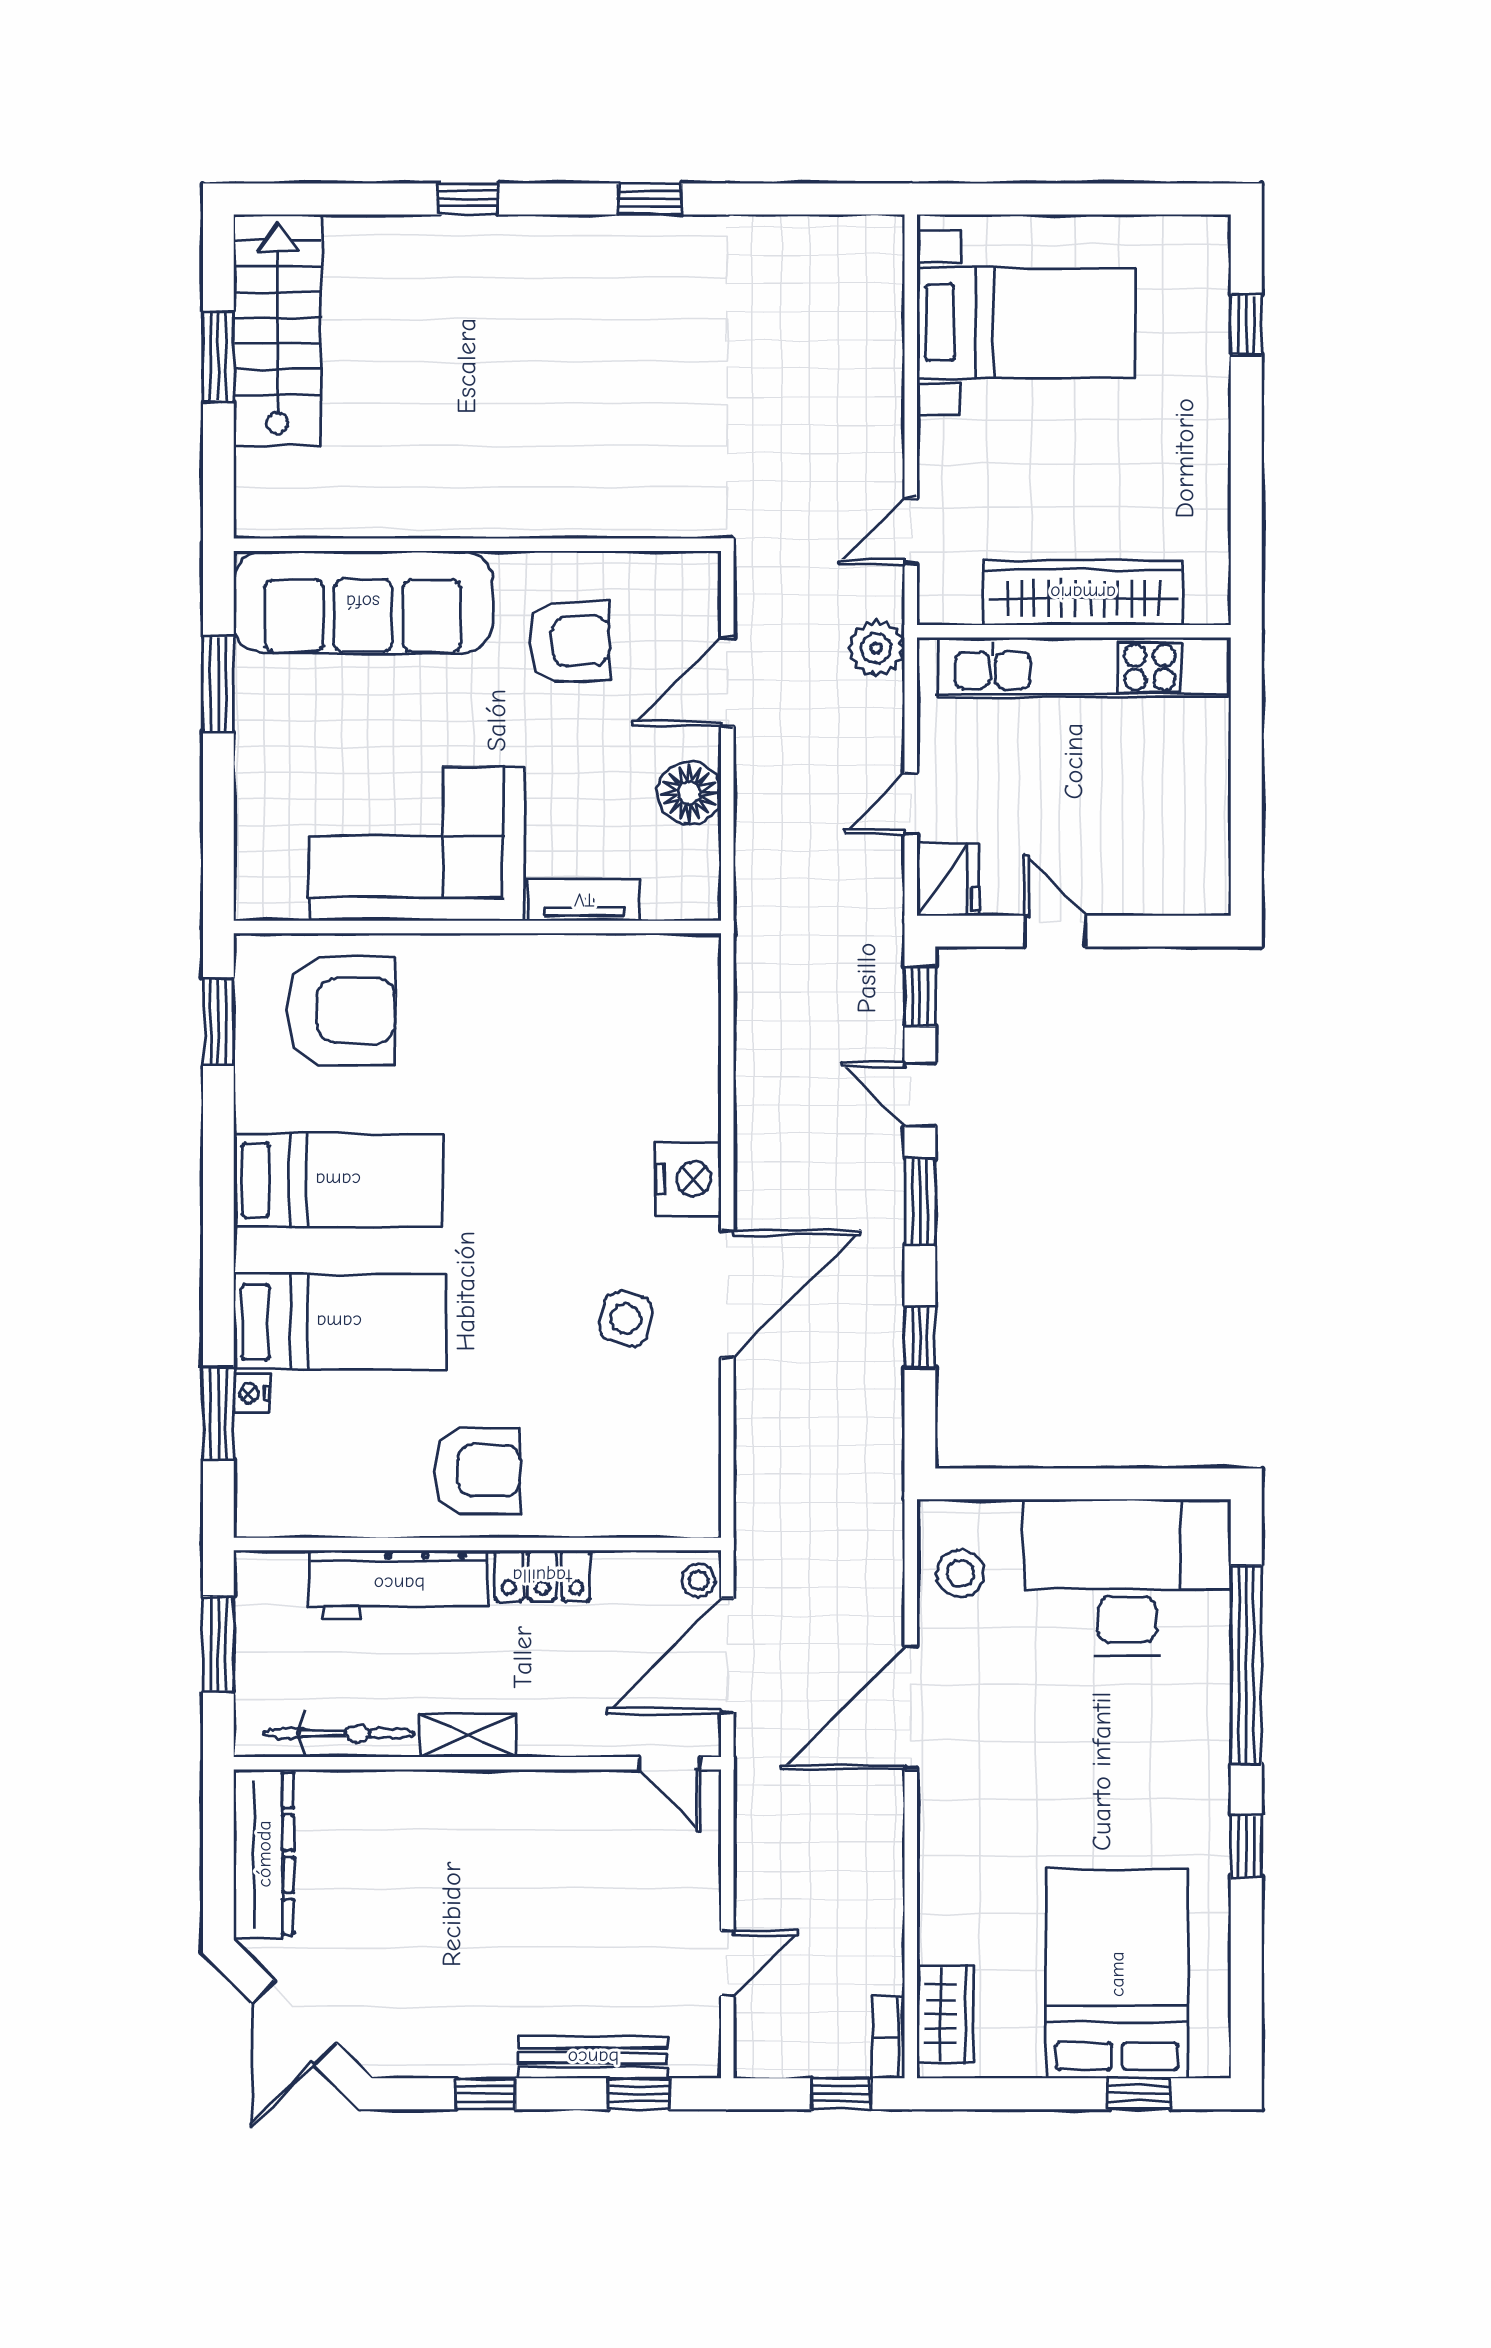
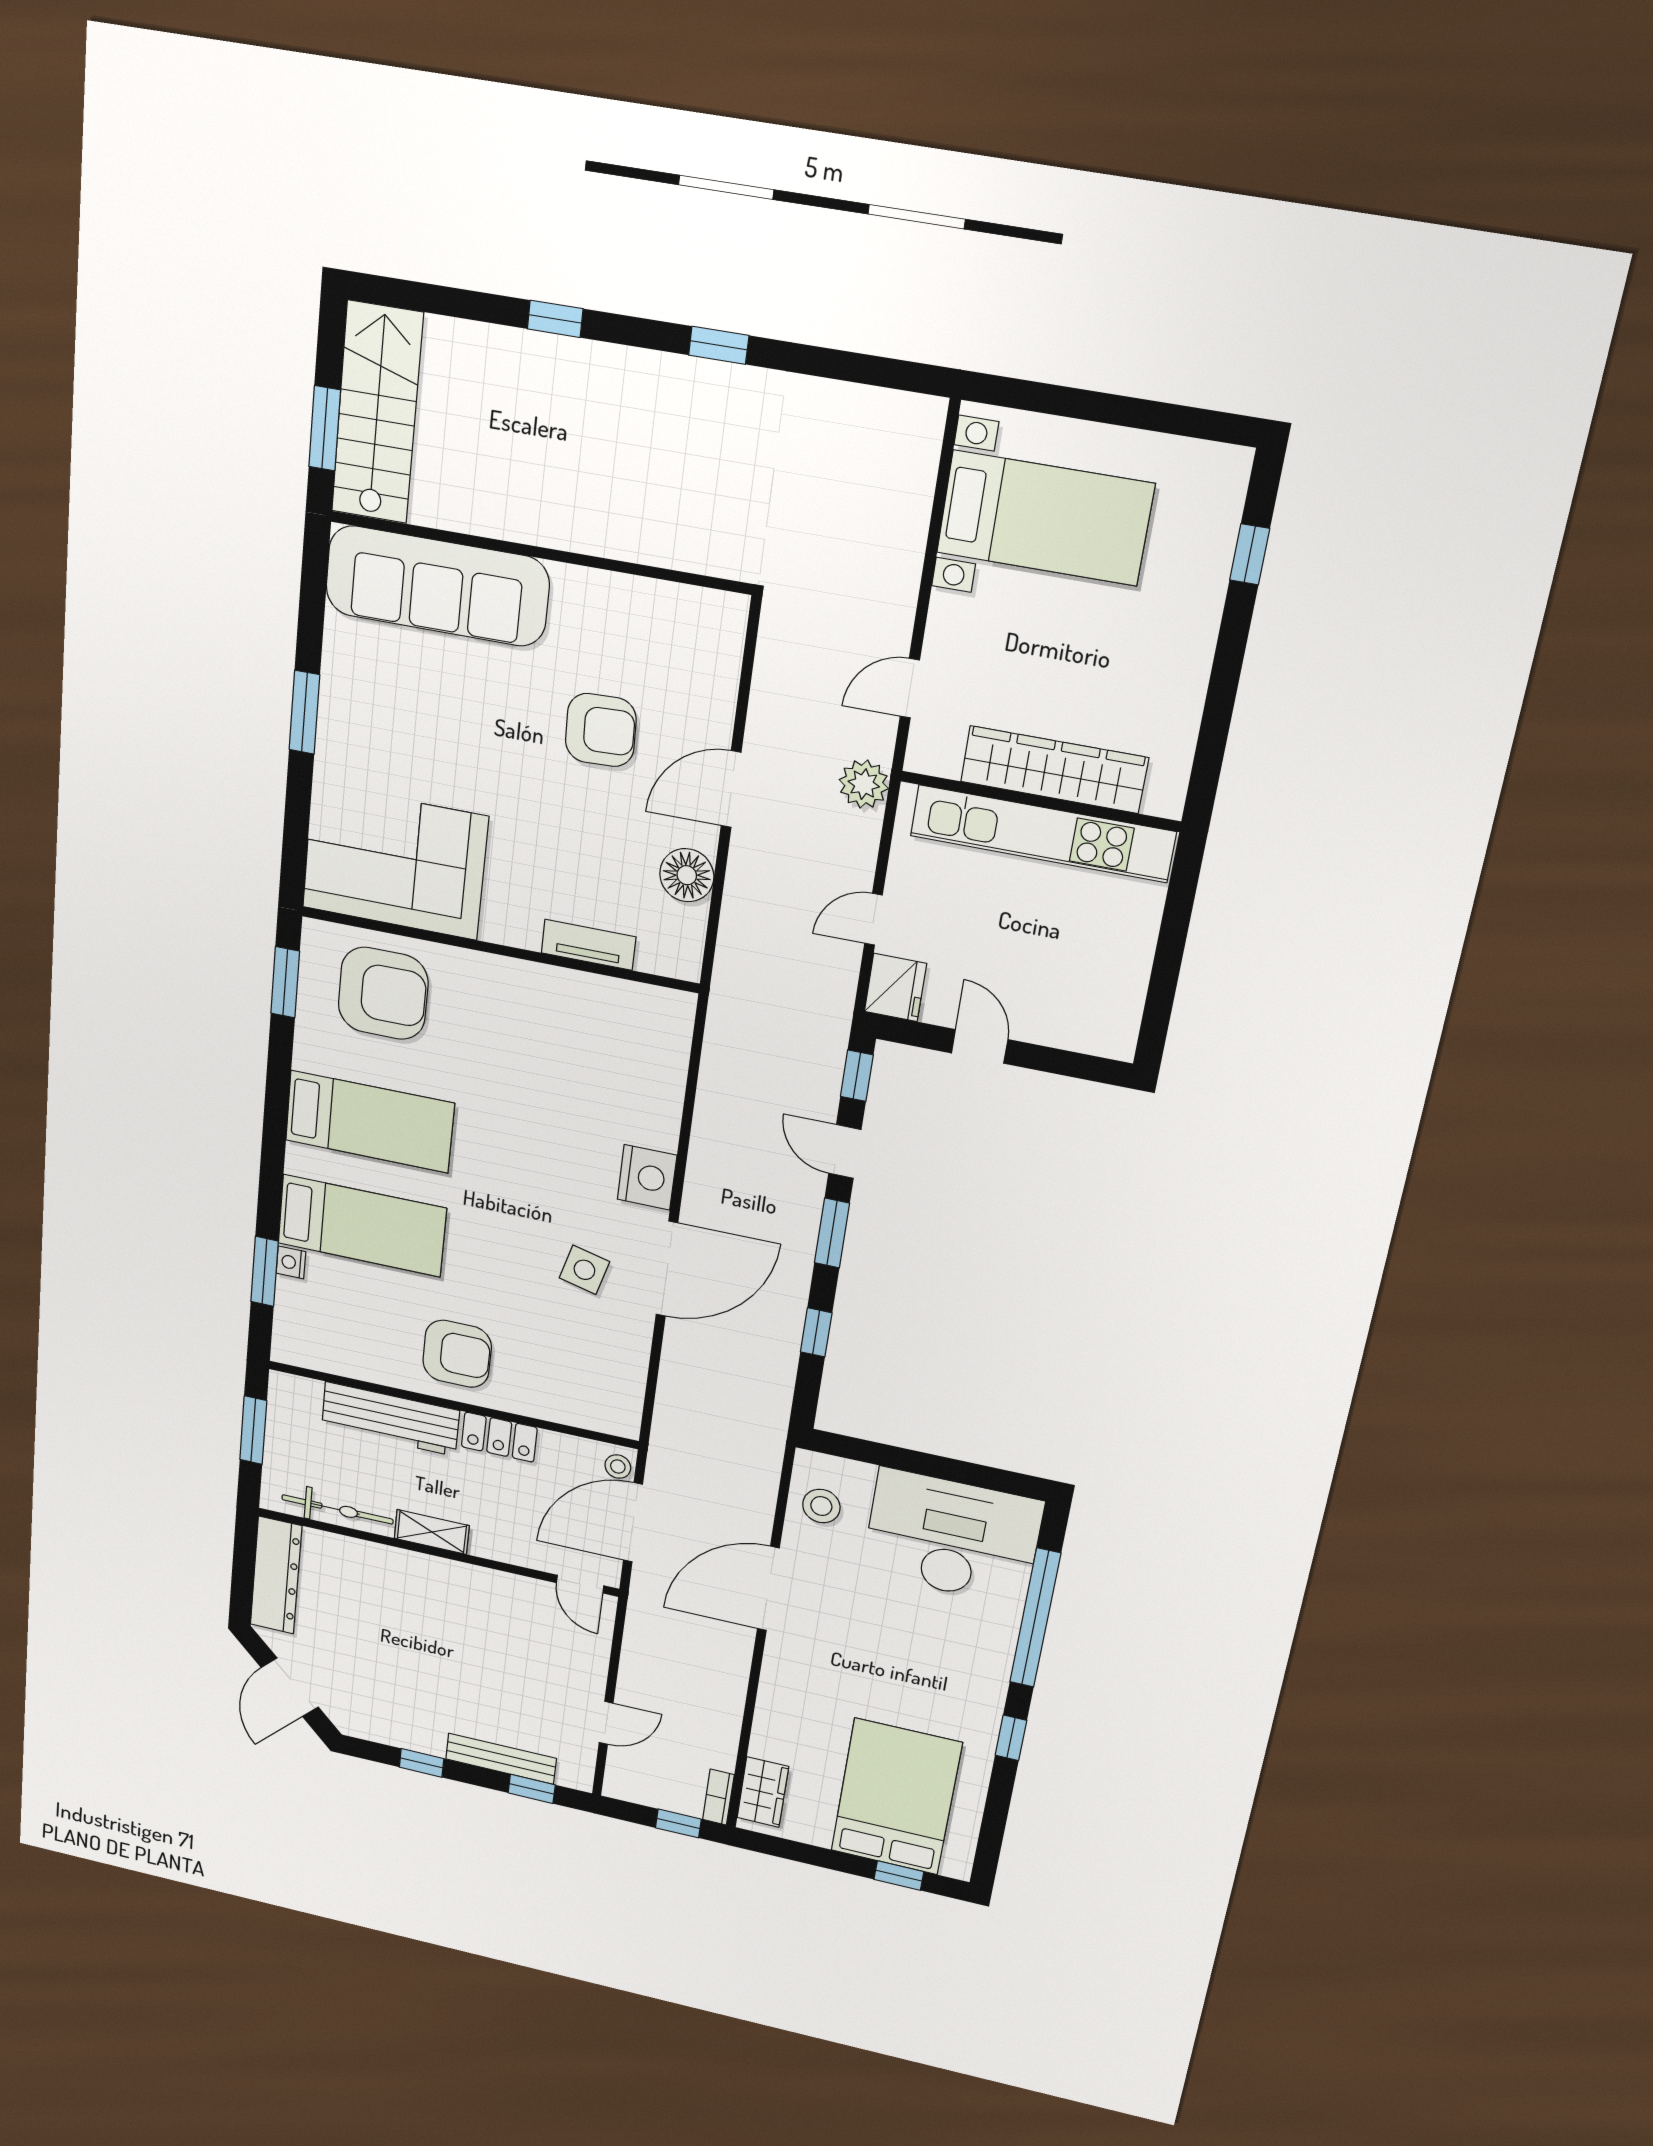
wall: (477, 545) -> (540, 553), moved
sofa: (363, 602) -> (437, 586), moved
corner sofa: (417, 844) -> (395, 862), moved

